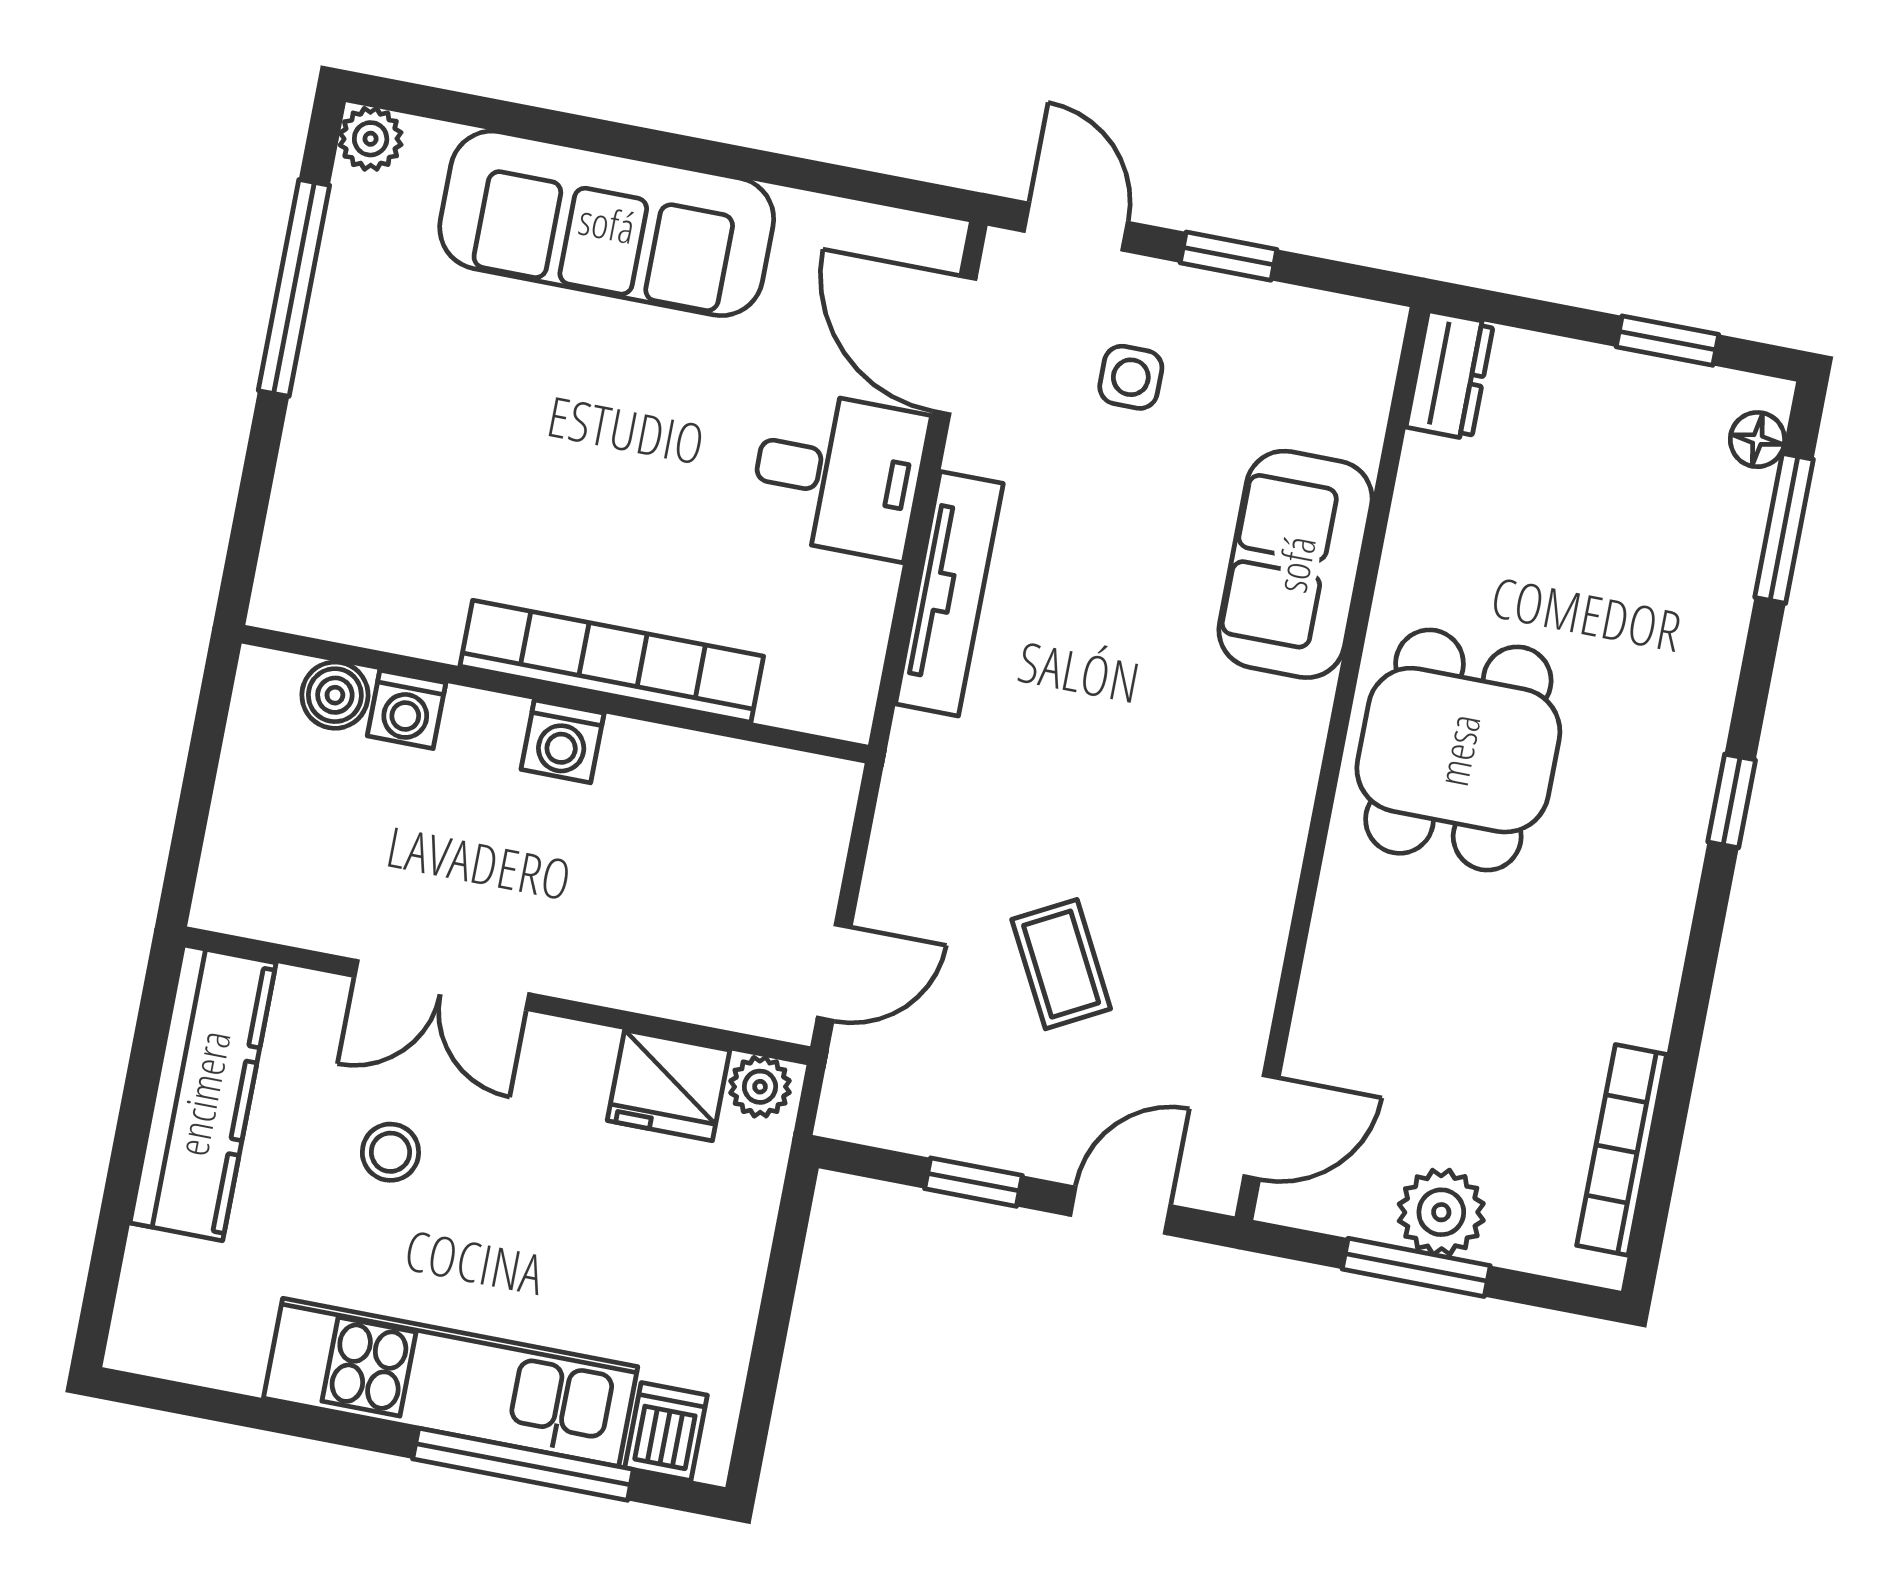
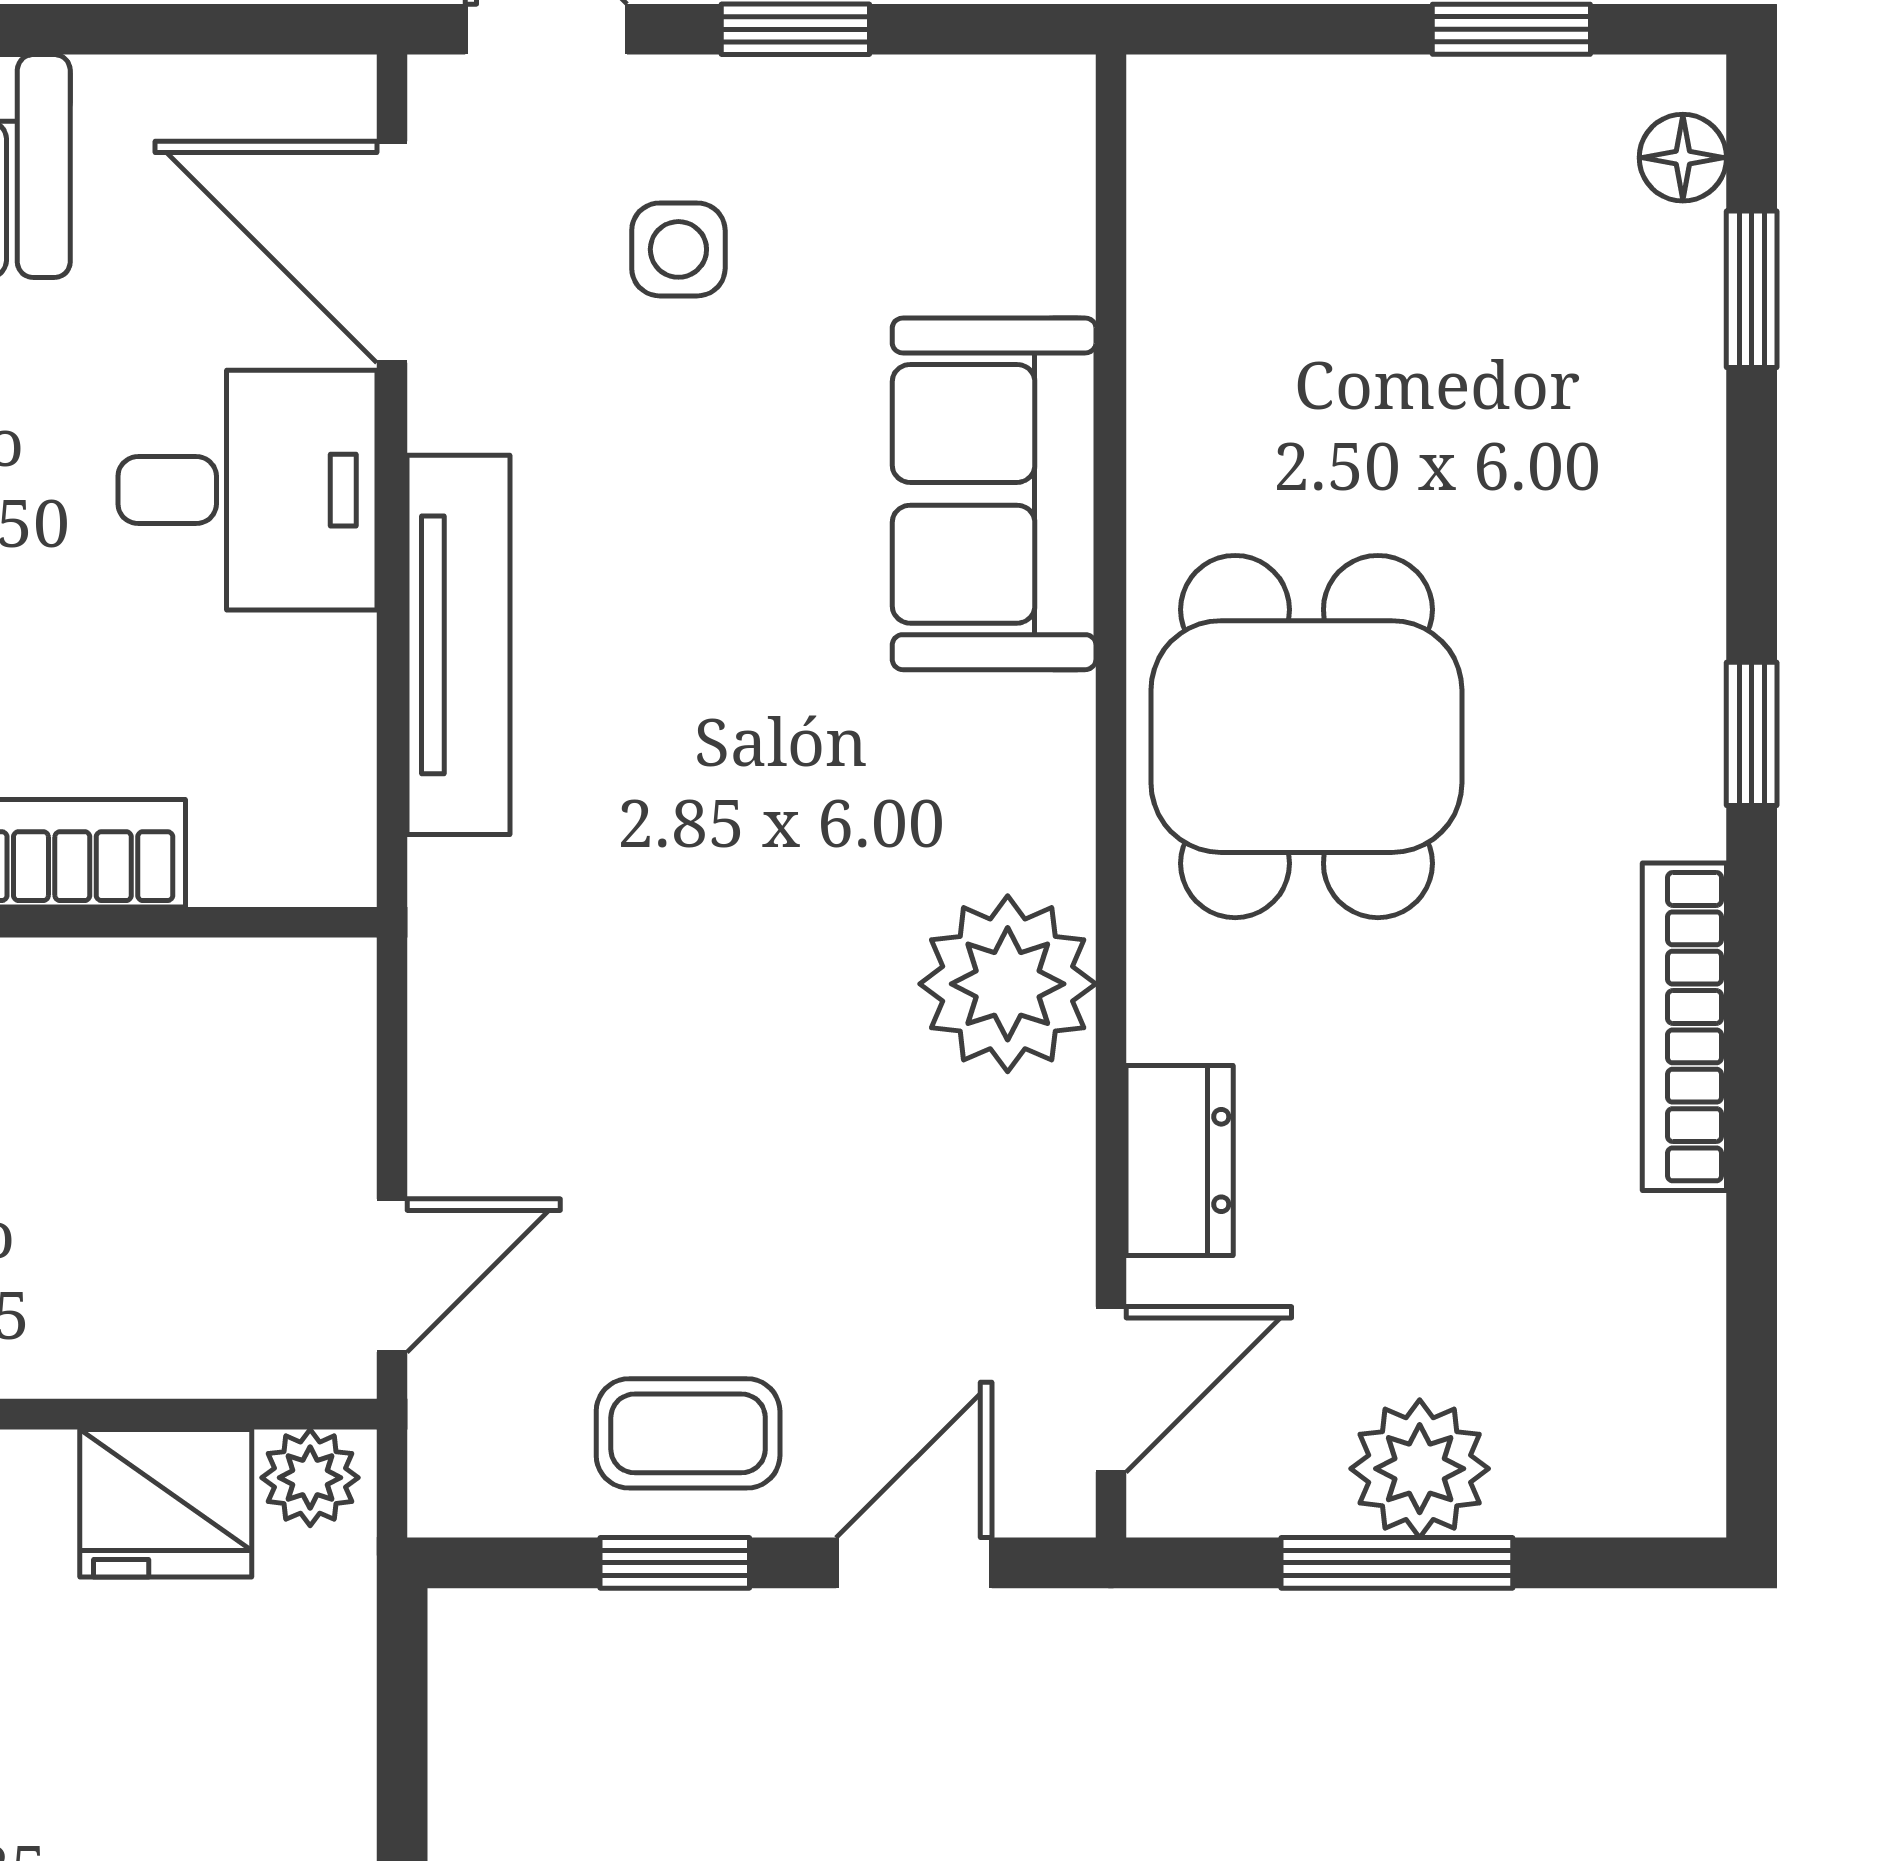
dresser: (1450, 375) -> (1180, 1161), moved
window: (1784, 528) -> (1752, 289), width x0.67
plant: (1246, 866) -> (1008, 984), added
coffee table: (1061, 964) -> (688, 1433), moved, turned -62
bookcase: (1622, 1150) -> (1684, 1027), moved

